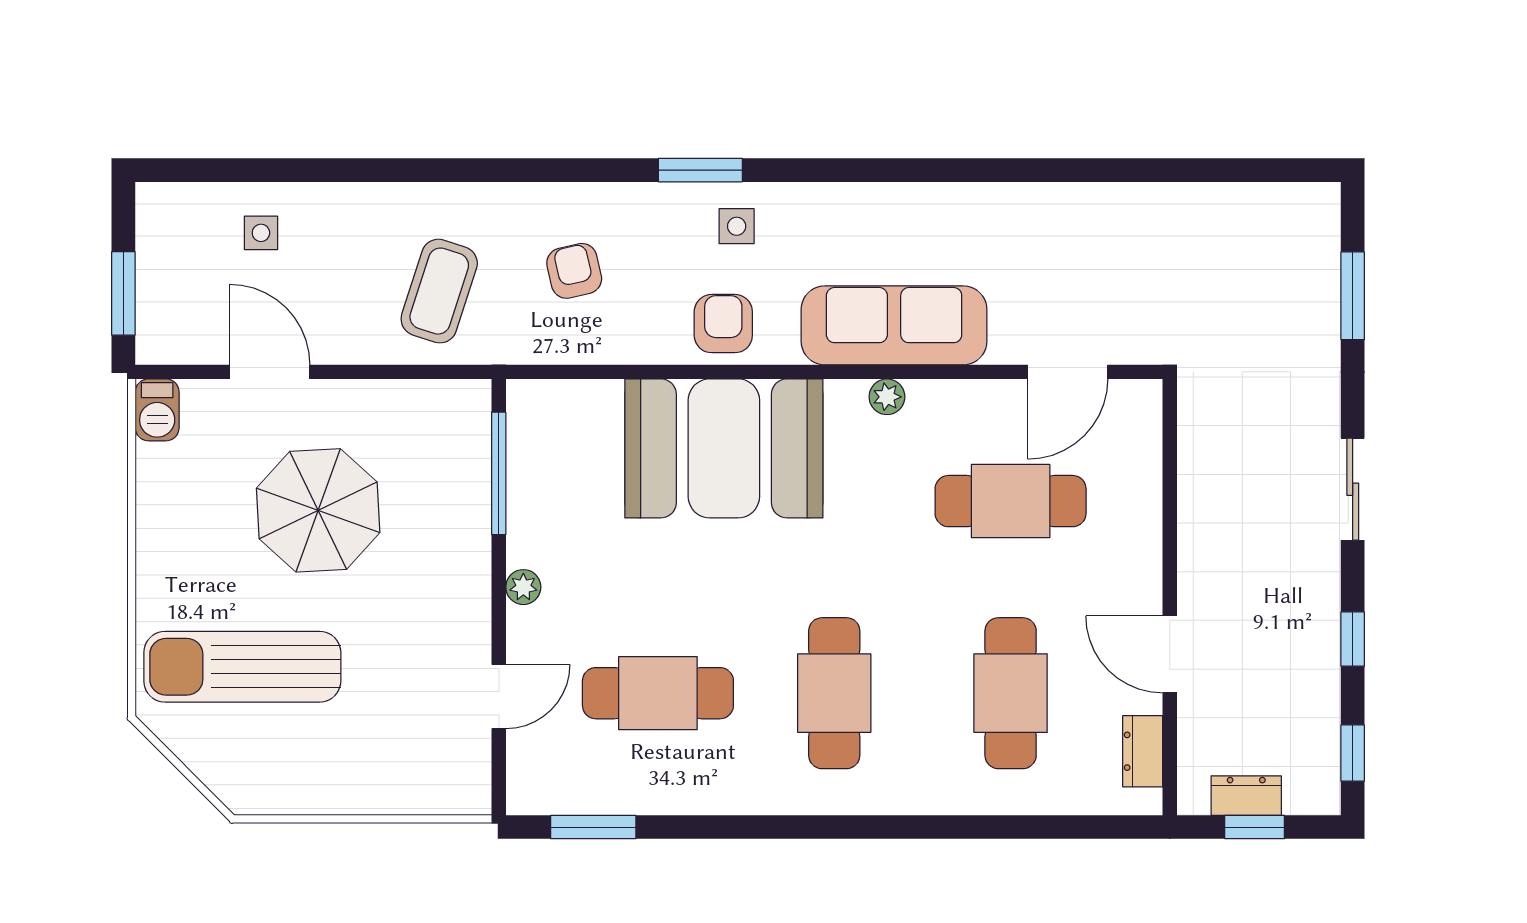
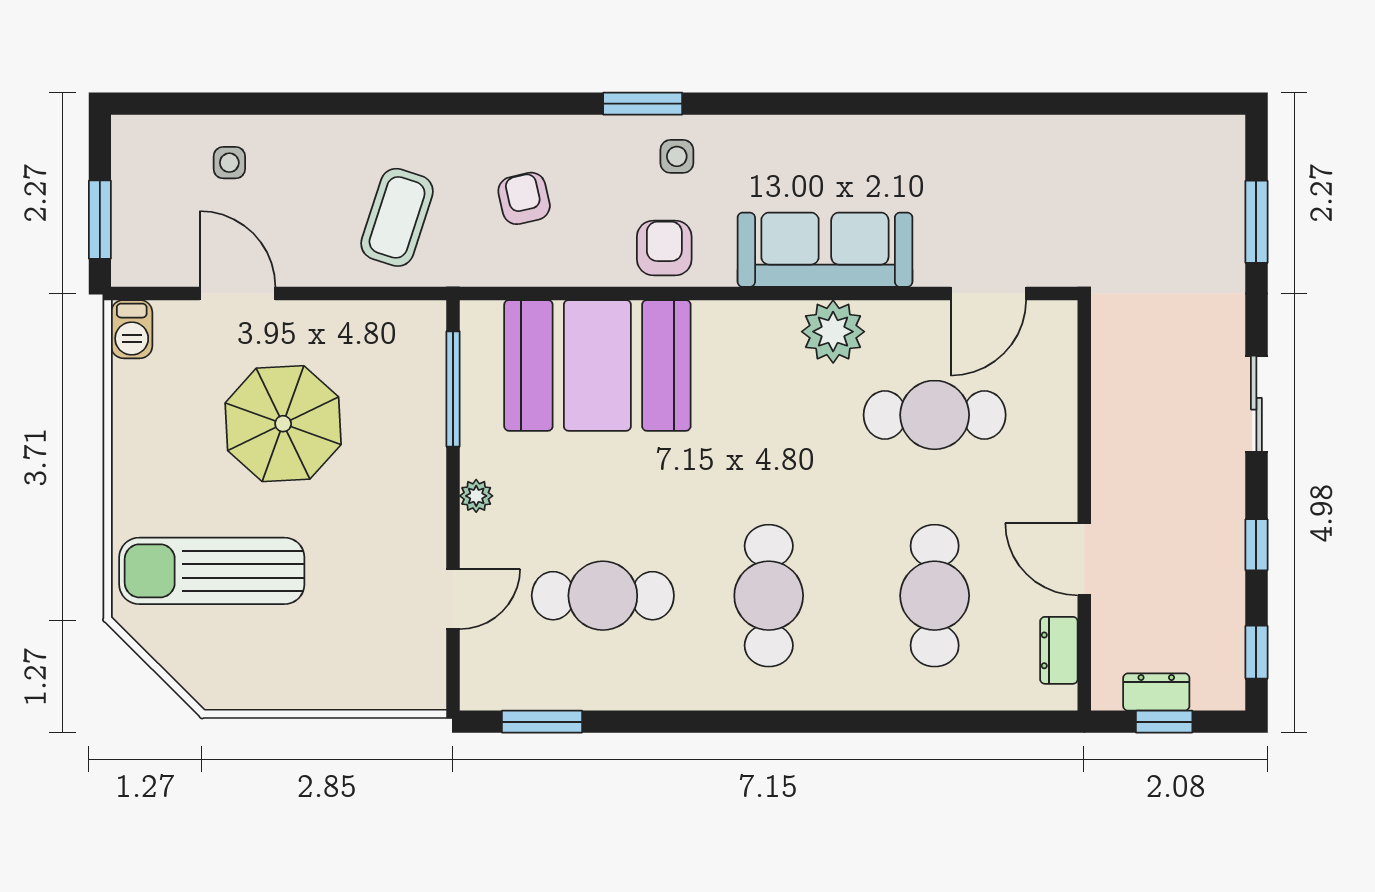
plant: (887, 397) -> (833, 332), width x1.88, depth x1.88
booth: (724, 448) -> (597, 365), moved

